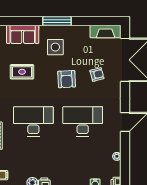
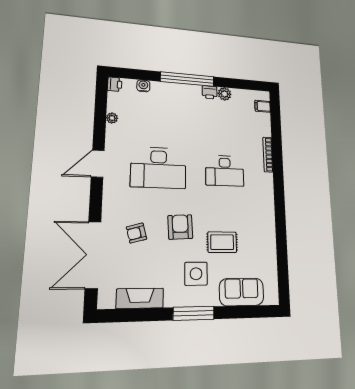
fireplace: (106, 31) -> (140, 298), moved
rug: (22, 72) -> (222, 242), moved
desk: (33, 121) -> (225, 171), width x0.73, depth x0.77

